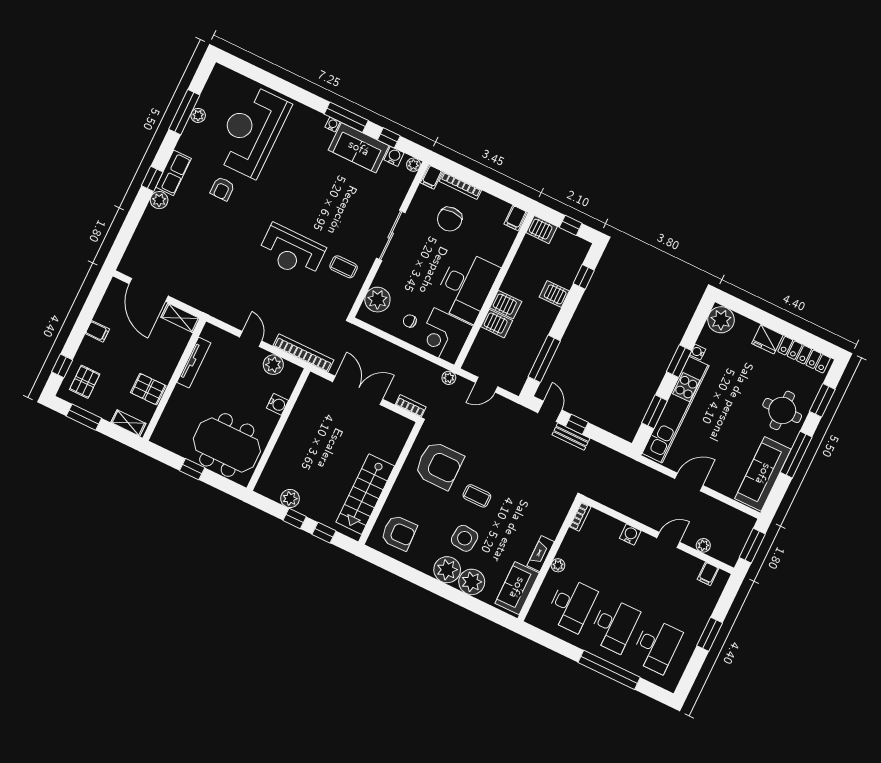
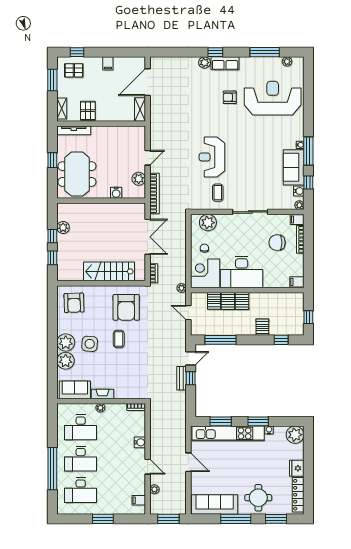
plant: (198, 115) -> (287, 62), moved
server rack: (542, 230) -> (214, 301), moved
tv unit: (194, 363) -> (74, 130), moved
stairs: (365, 494) -> (109, 271), moved

